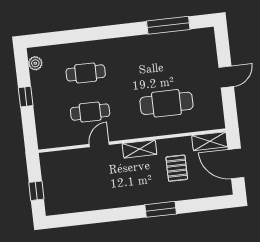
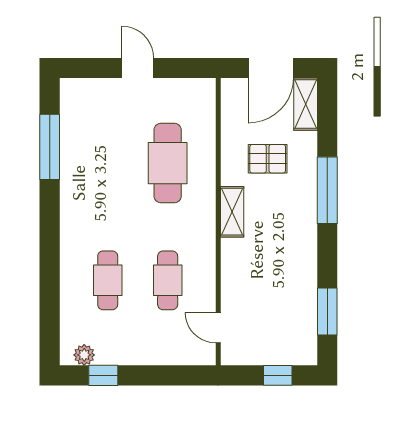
window: (26, 97) -> (103, 375), moved
shelving: (210, 141) -> (306, 104), moved
door: (99, 144) -> (218, 328), moved
window: (161, 209) -> (327, 190), width x1.44
window: (82, 218) -> (327, 311), added

